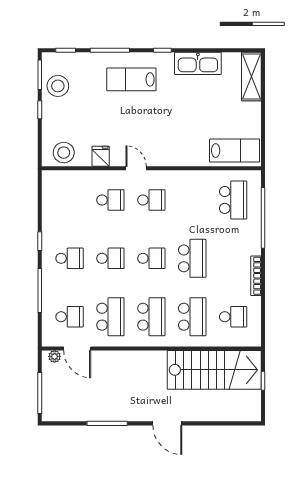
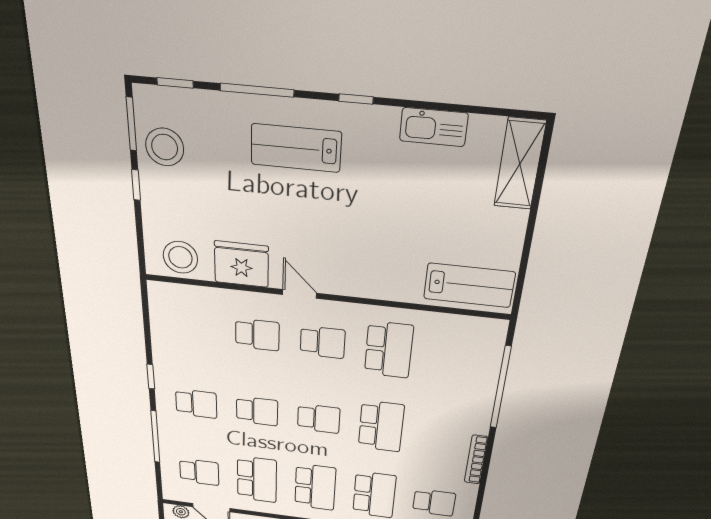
kitchen sink: (198, 63) -> (434, 127), width x0.73, depth x0.81
fridge: (101, 156) -> (241, 264), width x1.88, depth x1.34
school desk: (233, 200) -> (389, 350), moved

